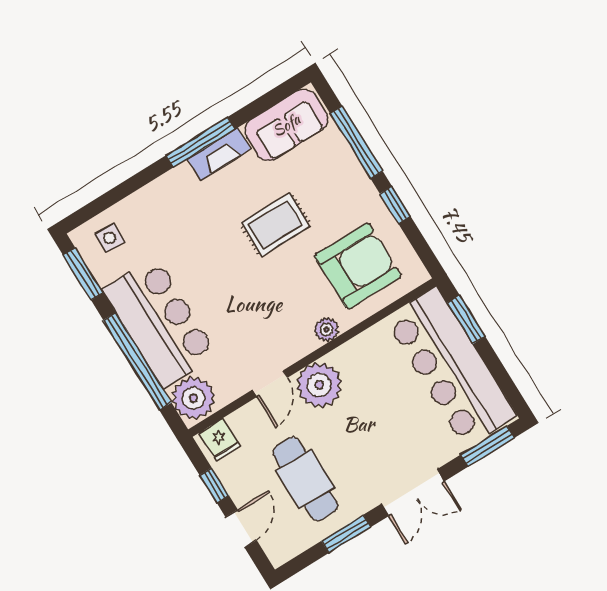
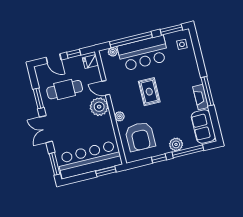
plant: (349, 175) -> (176, 144), added
rug: (275, 225) -> (149, 92), moved
plant: (194, 398) -> (113, 52), width x0.53, depth x0.53

